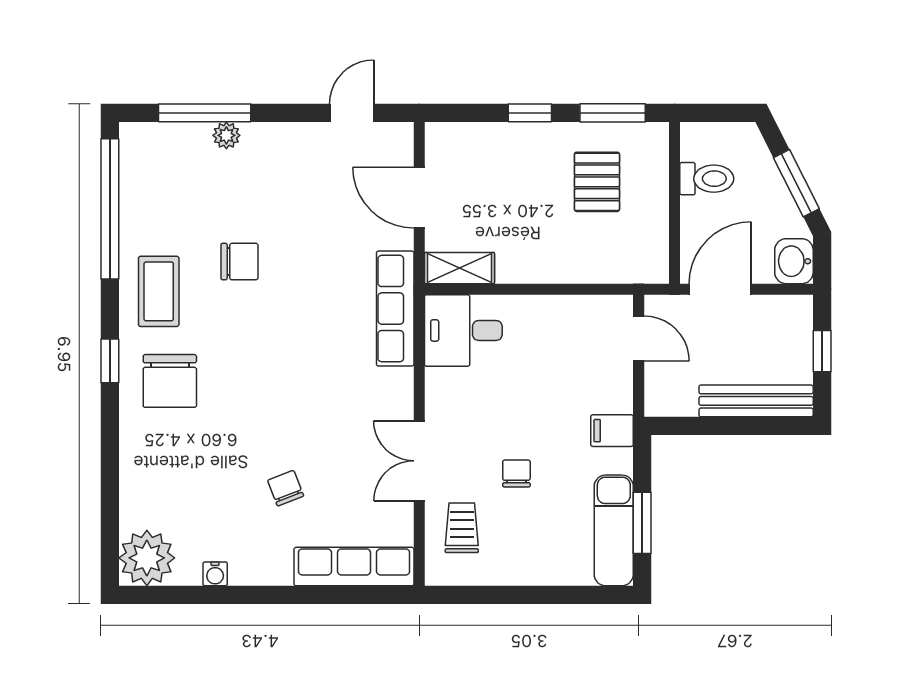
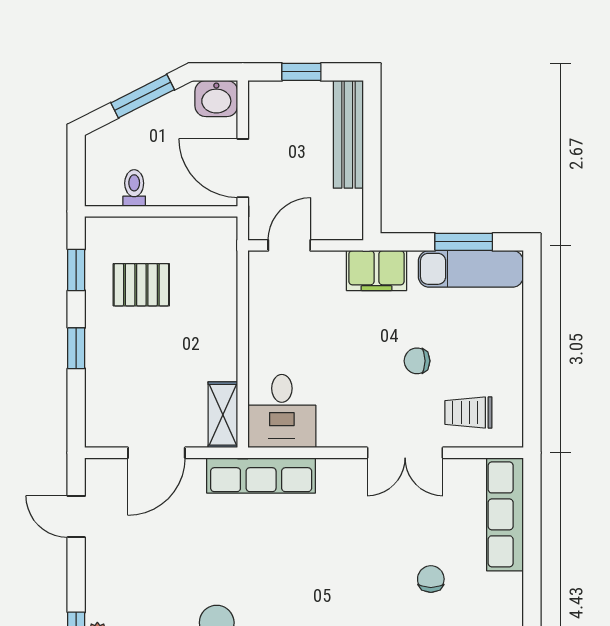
window: (613, 113) -> (76, 270), width x0.67
toilet: (707, 179) -> (134, 188), width x0.73, depth x0.72
filing cabinet: (612, 431) -> (376, 271), width x2.00
chair: (286, 488) -> (431, 579), turned 111

